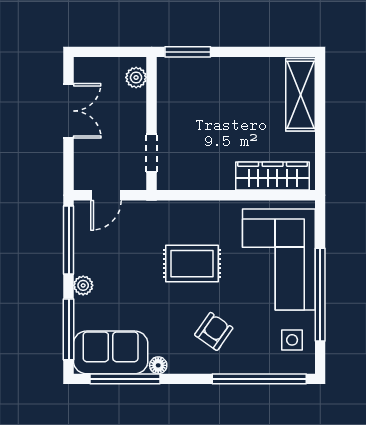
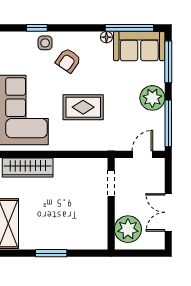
window: (188, 52) -> (51, 253), moved
plant: (136, 77) -> (128, 229), width x1.87, depth x1.87
plant: (83, 285) -> (152, 98), width x1.87, depth x1.87
side table: (292, 340) -> (45, 43), moved
window: (259, 379) -> (37, 28), width x0.32

